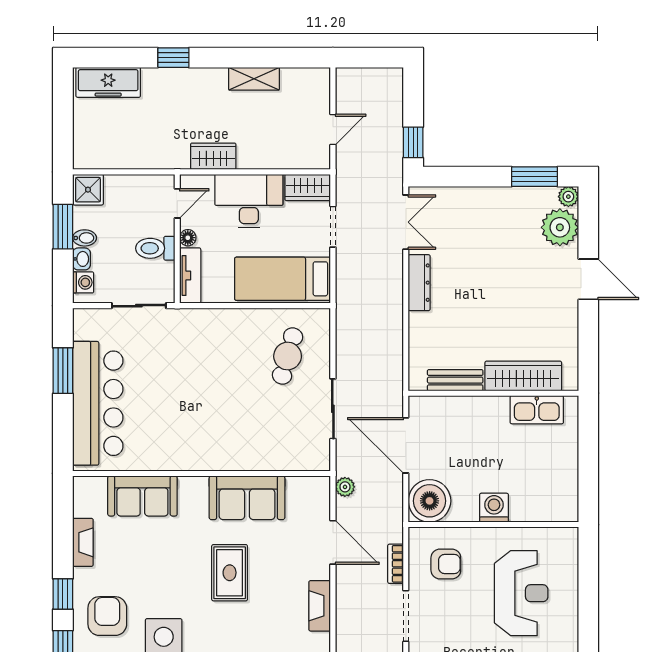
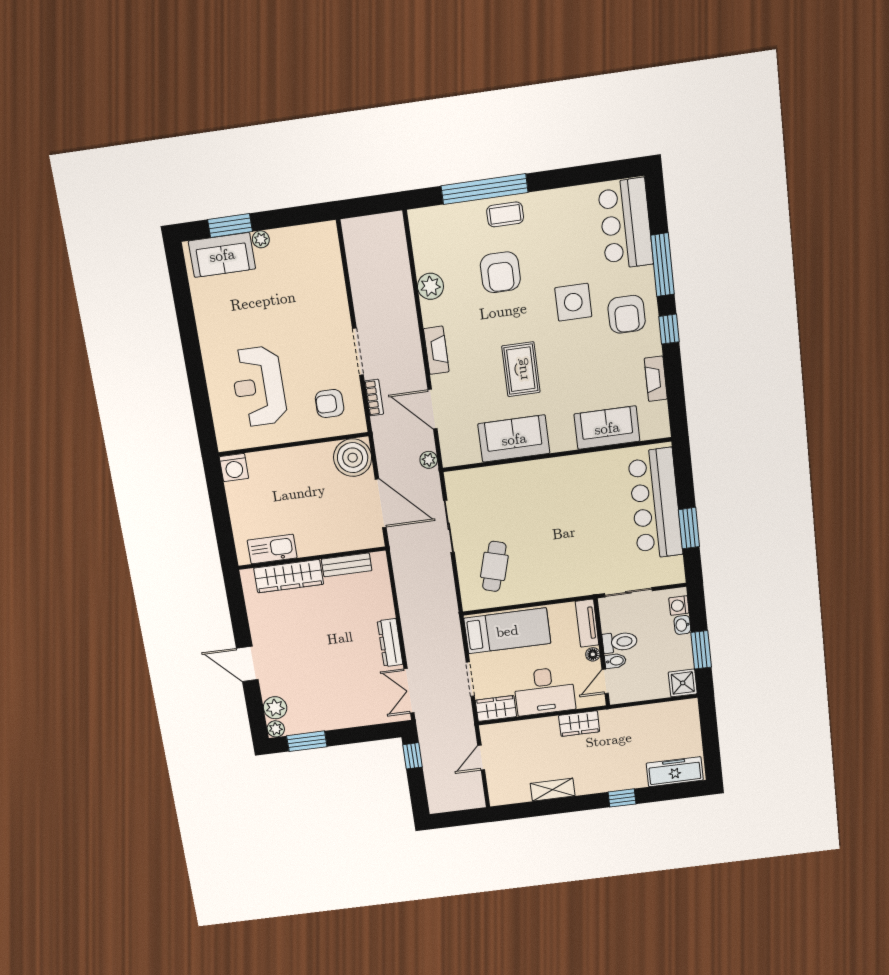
plant: (560, 227) -> (275, 708), width x0.73, depth x0.73
bidet: (85, 238) -> (615, 661), moved, turned 180
washing machine: (494, 508) -> (234, 468), moved

